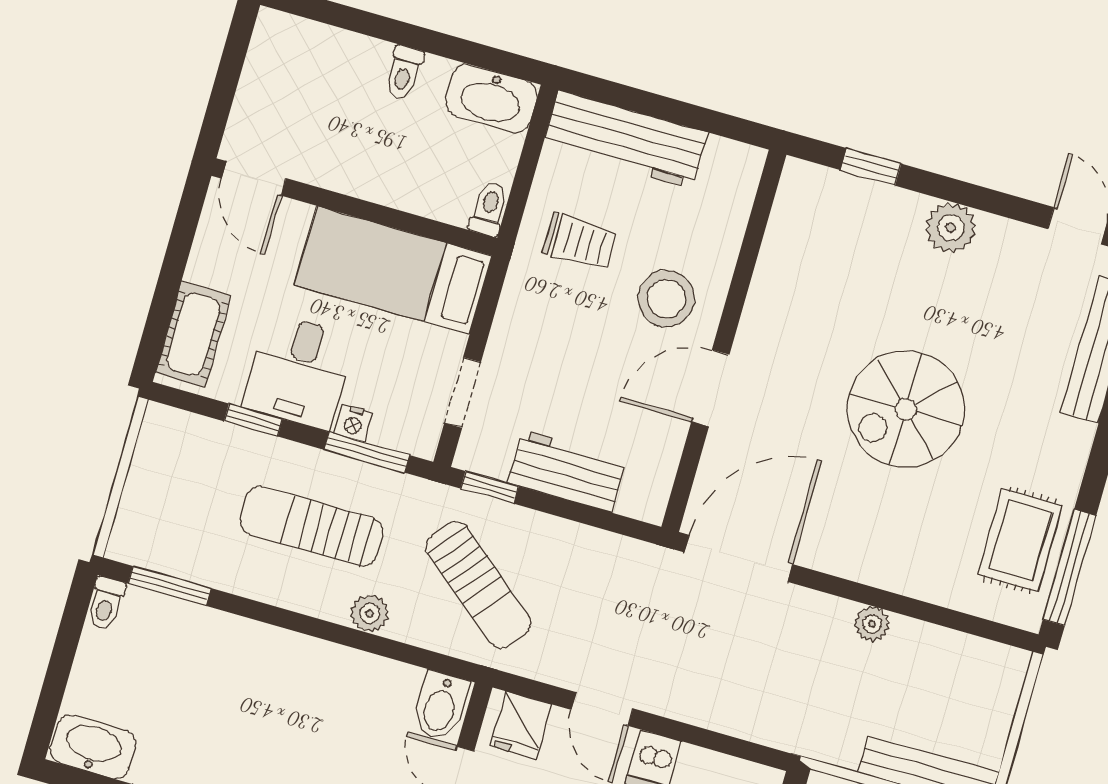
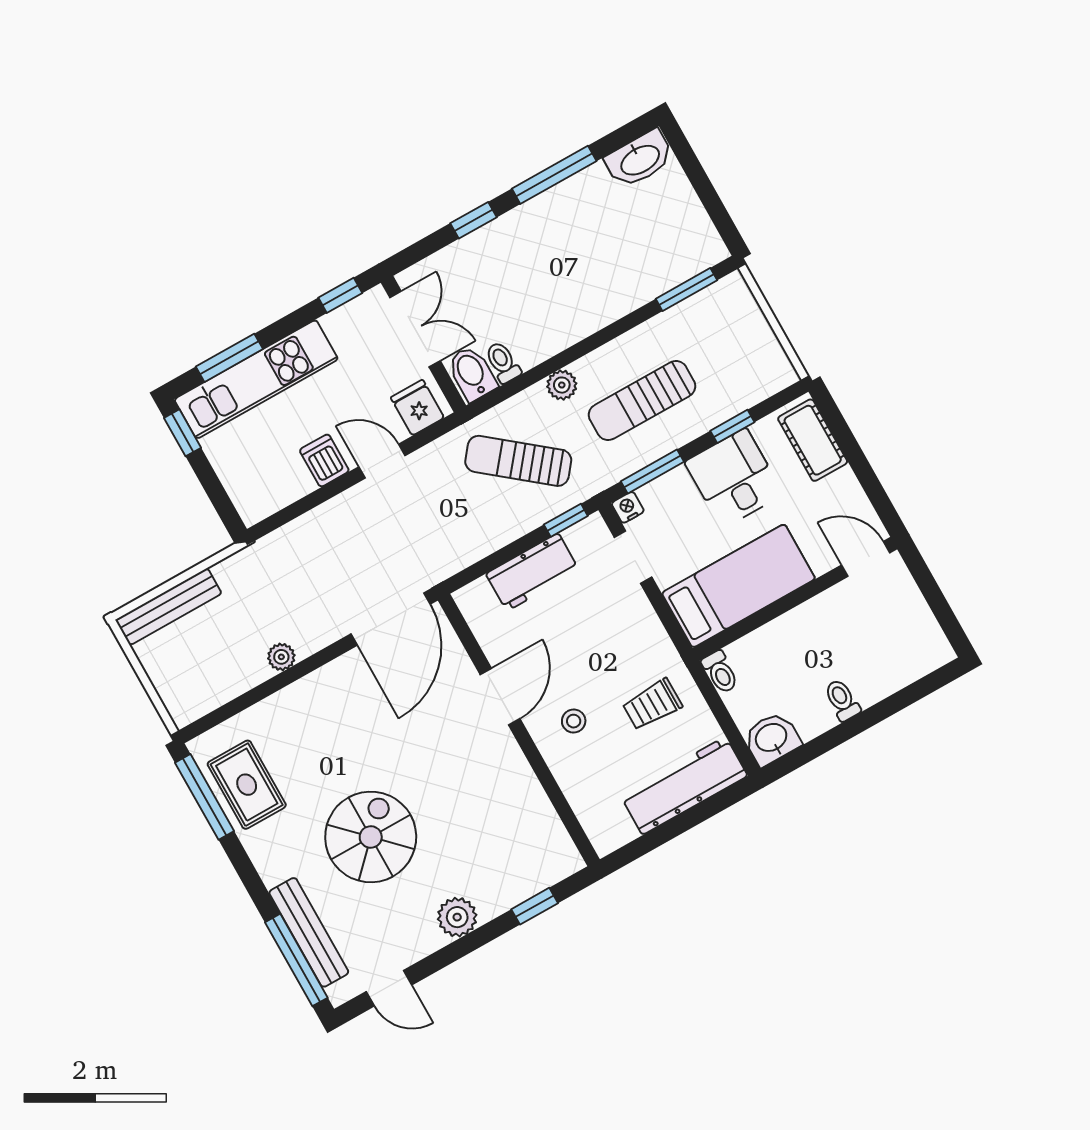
washbasin: (491, 98) -> (772, 739), width x0.72
stool: (666, 299) -> (574, 721), width x0.53, depth x0.53
spiral stairs: (906, 409) -> (371, 837), moved
nightstand: (353, 423) -> (628, 507), moved
sun lounger: (311, 526) -> (642, 401), turned 180
toilet: (106, 604) -> (503, 362), moved

